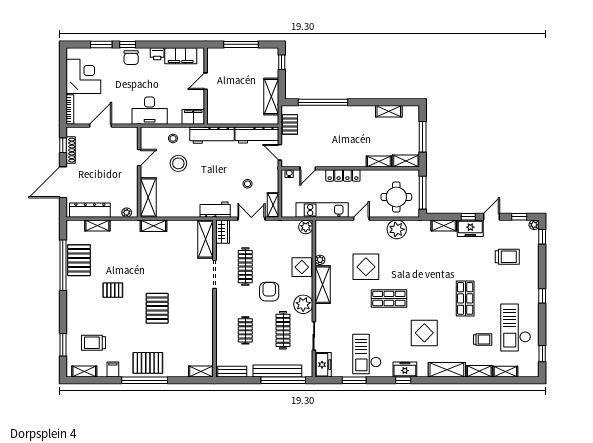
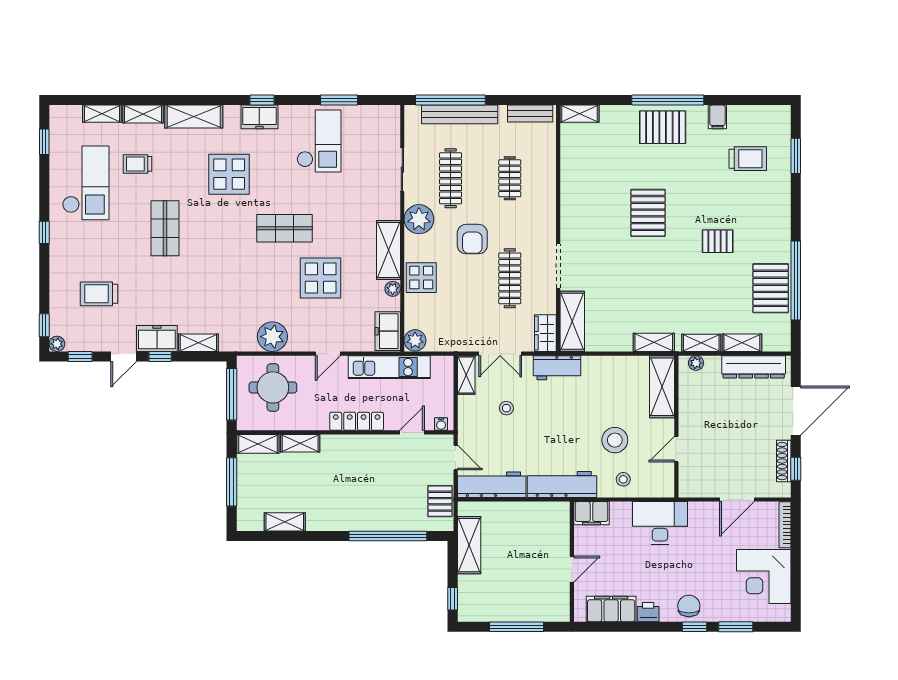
freezer: (323, 365) -> (388, 331), moved
shelving: (84, 372) -> (701, 343), moved

